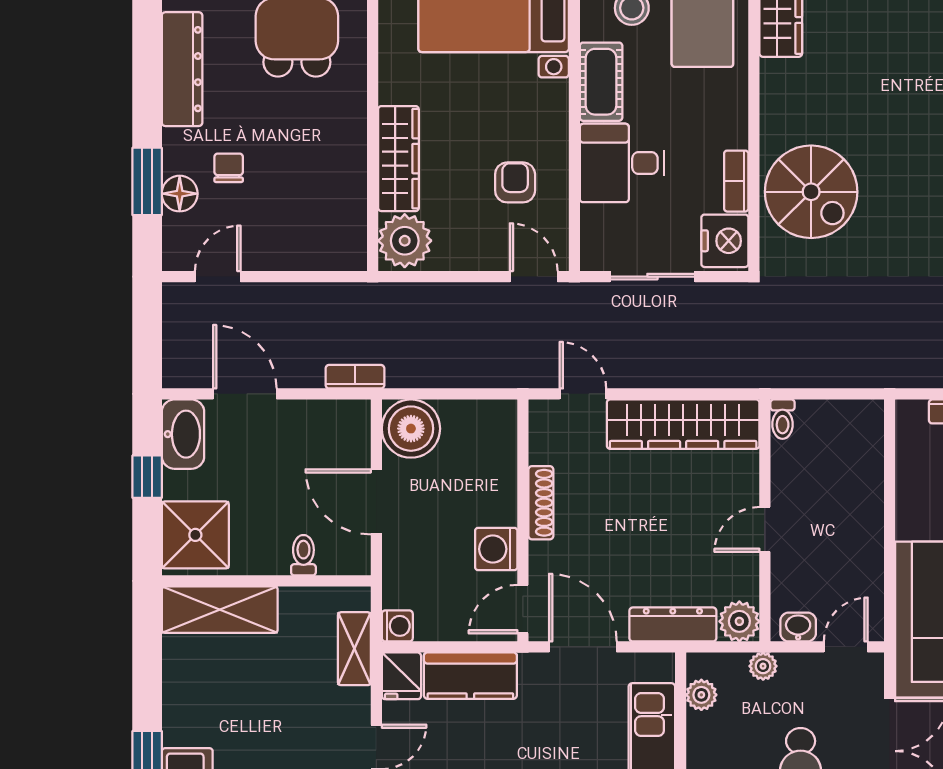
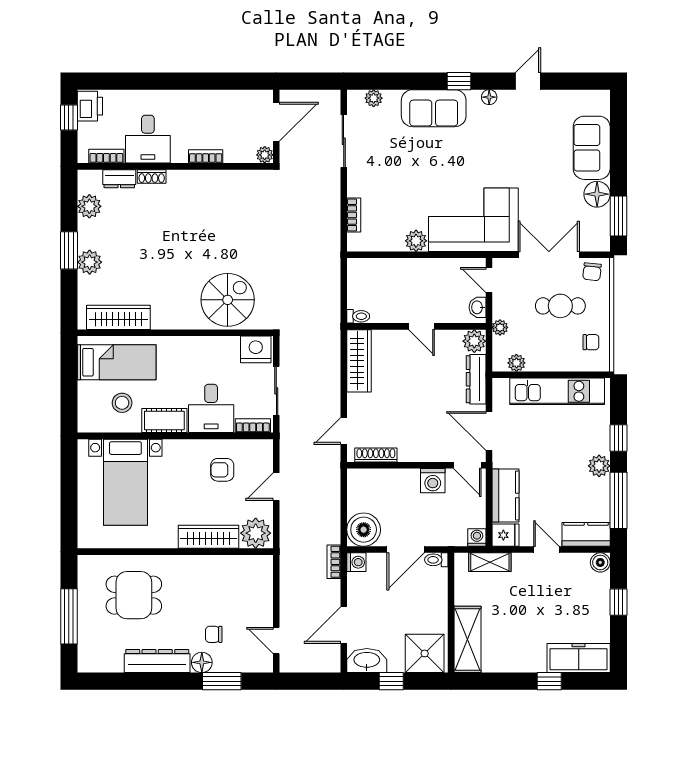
bookcase: (736, 181) -> (253, 426), moved, turned 180
floor lamp: (180, 194) -> (202, 662), moved
door: (534, 277) -> (276, 487), moved
washing machine: (354, 416) -> (356, 562), added
wardrobe: (683, 424) -> (359, 361), width x0.71, depth x0.85
shoe rack: (541, 503) -> (376, 455), moved
plant: (914, 520) -> (416, 241), added
toilet: (303, 555) -> (436, 560), moved
door: (583, 647) -> (489, 431), hinge flipped

